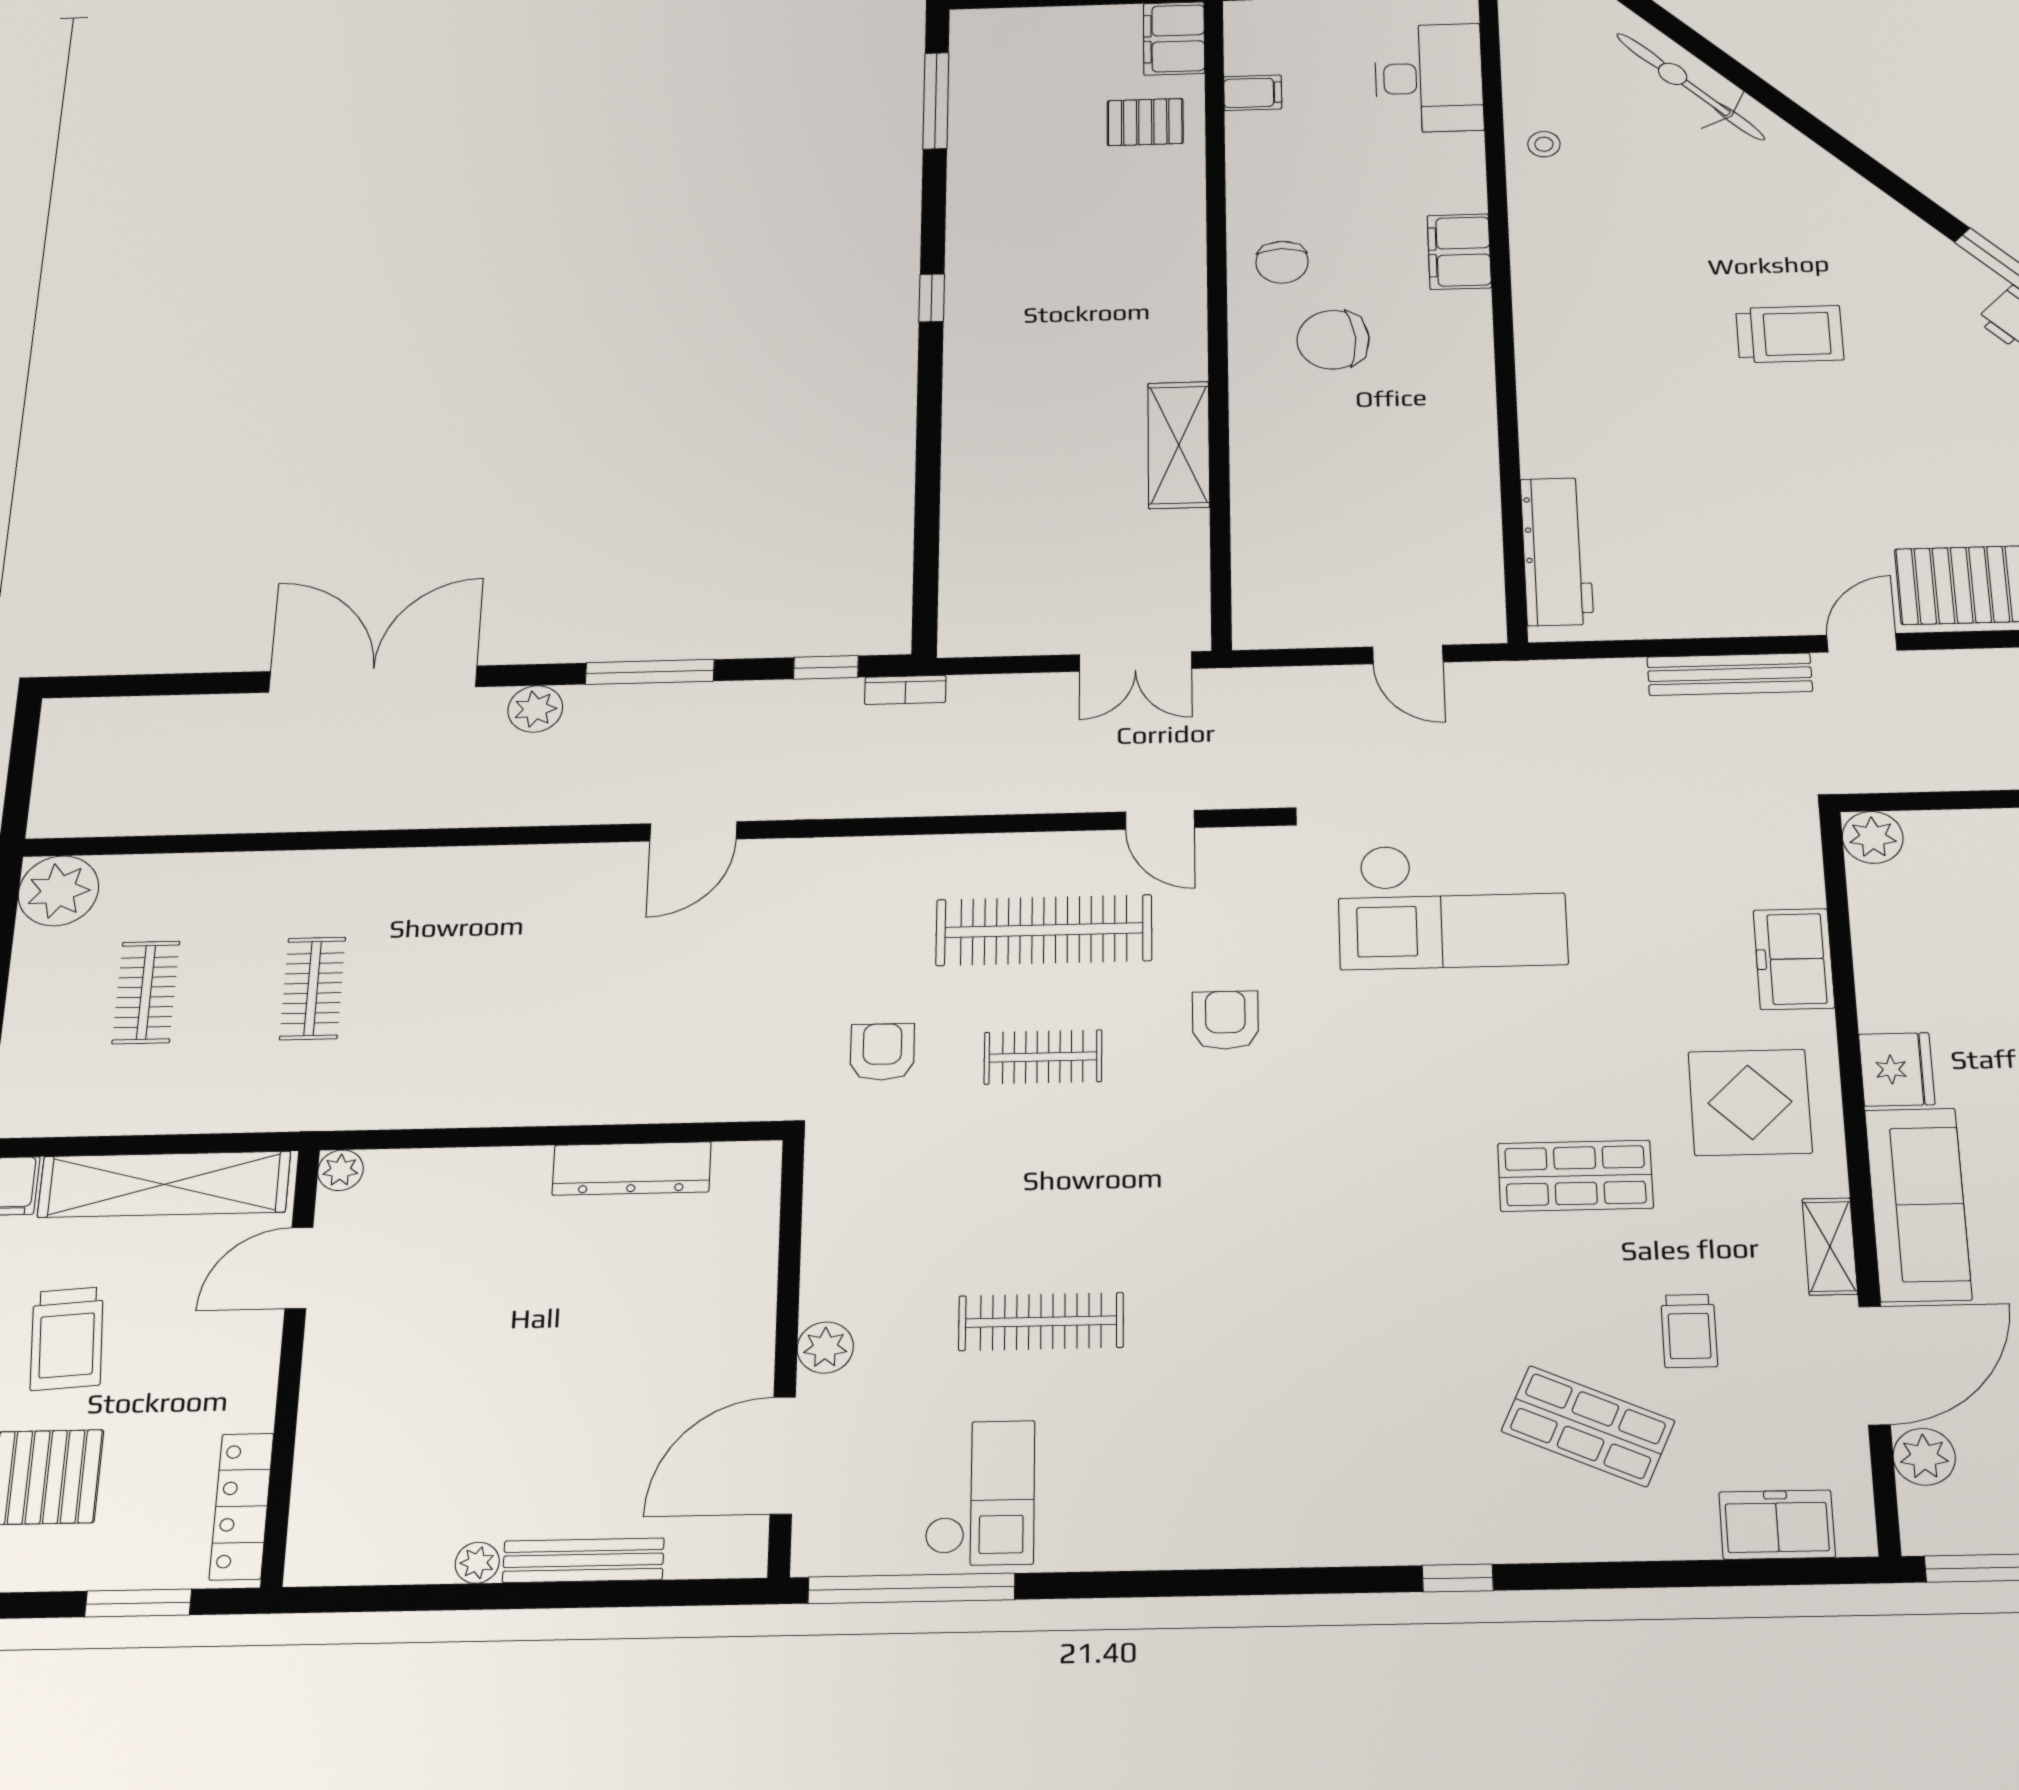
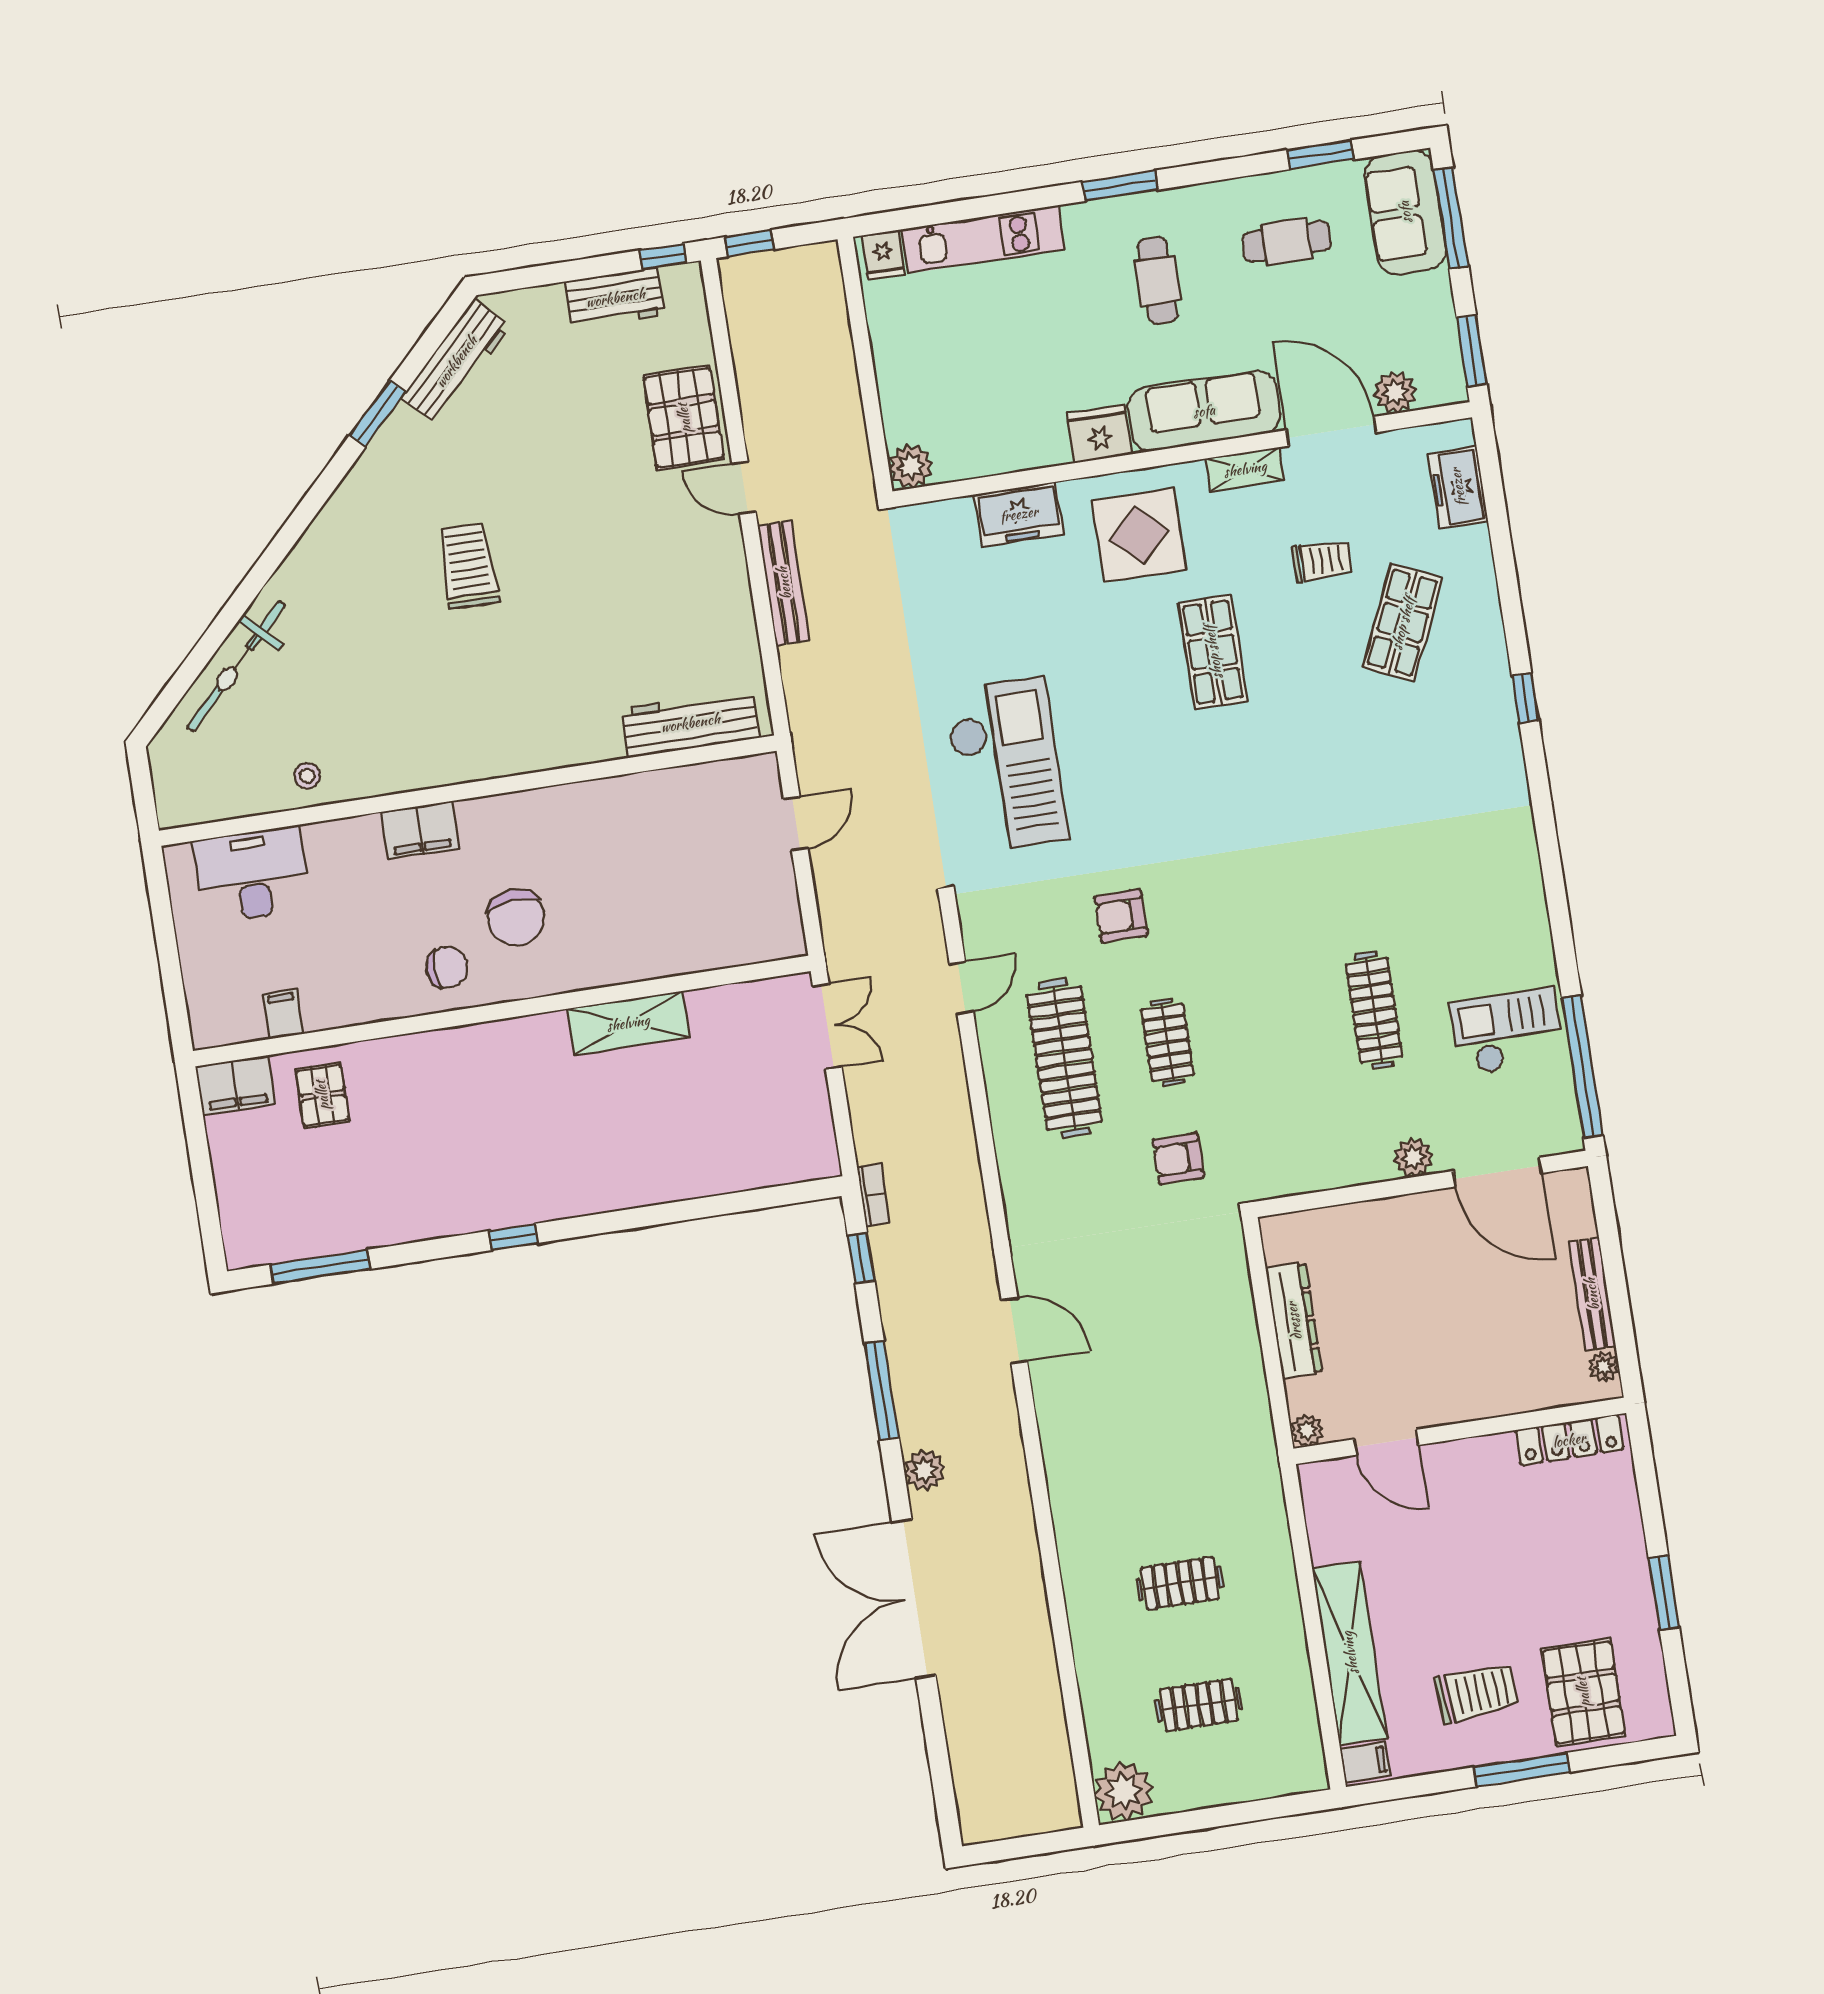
plant: (340, 1170) -> (1307, 1430), moved
door: (299, 1268) -> (1386, 1442), moved
wall: (291, 1364) -> (1460, 1431), moved
locker: (242, 1506) -> (1569, 1440), moved

